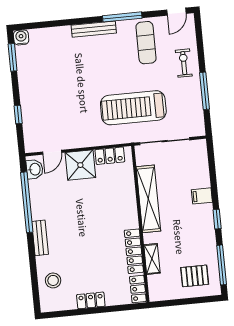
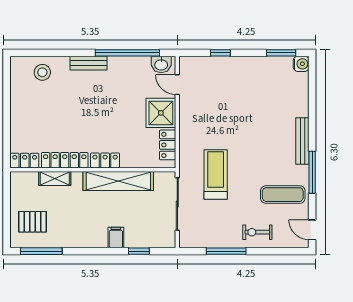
exercise bike: (184, 63) -> (257, 232), turned 180
treadmill: (133, 108) -> (216, 175), width x0.73, depth x0.73
window: (217, 219) -> (139, 251), moved
pallet: (195, 276) -> (33, 222), turned 90
locker: (91, 300) -> (105, 161), moved, turned -90

